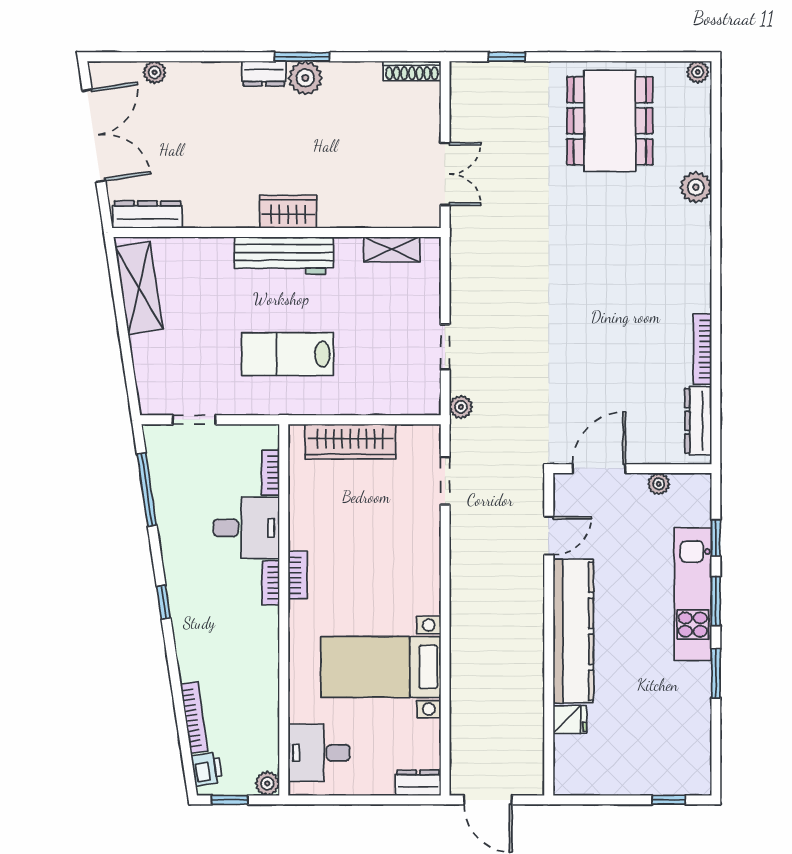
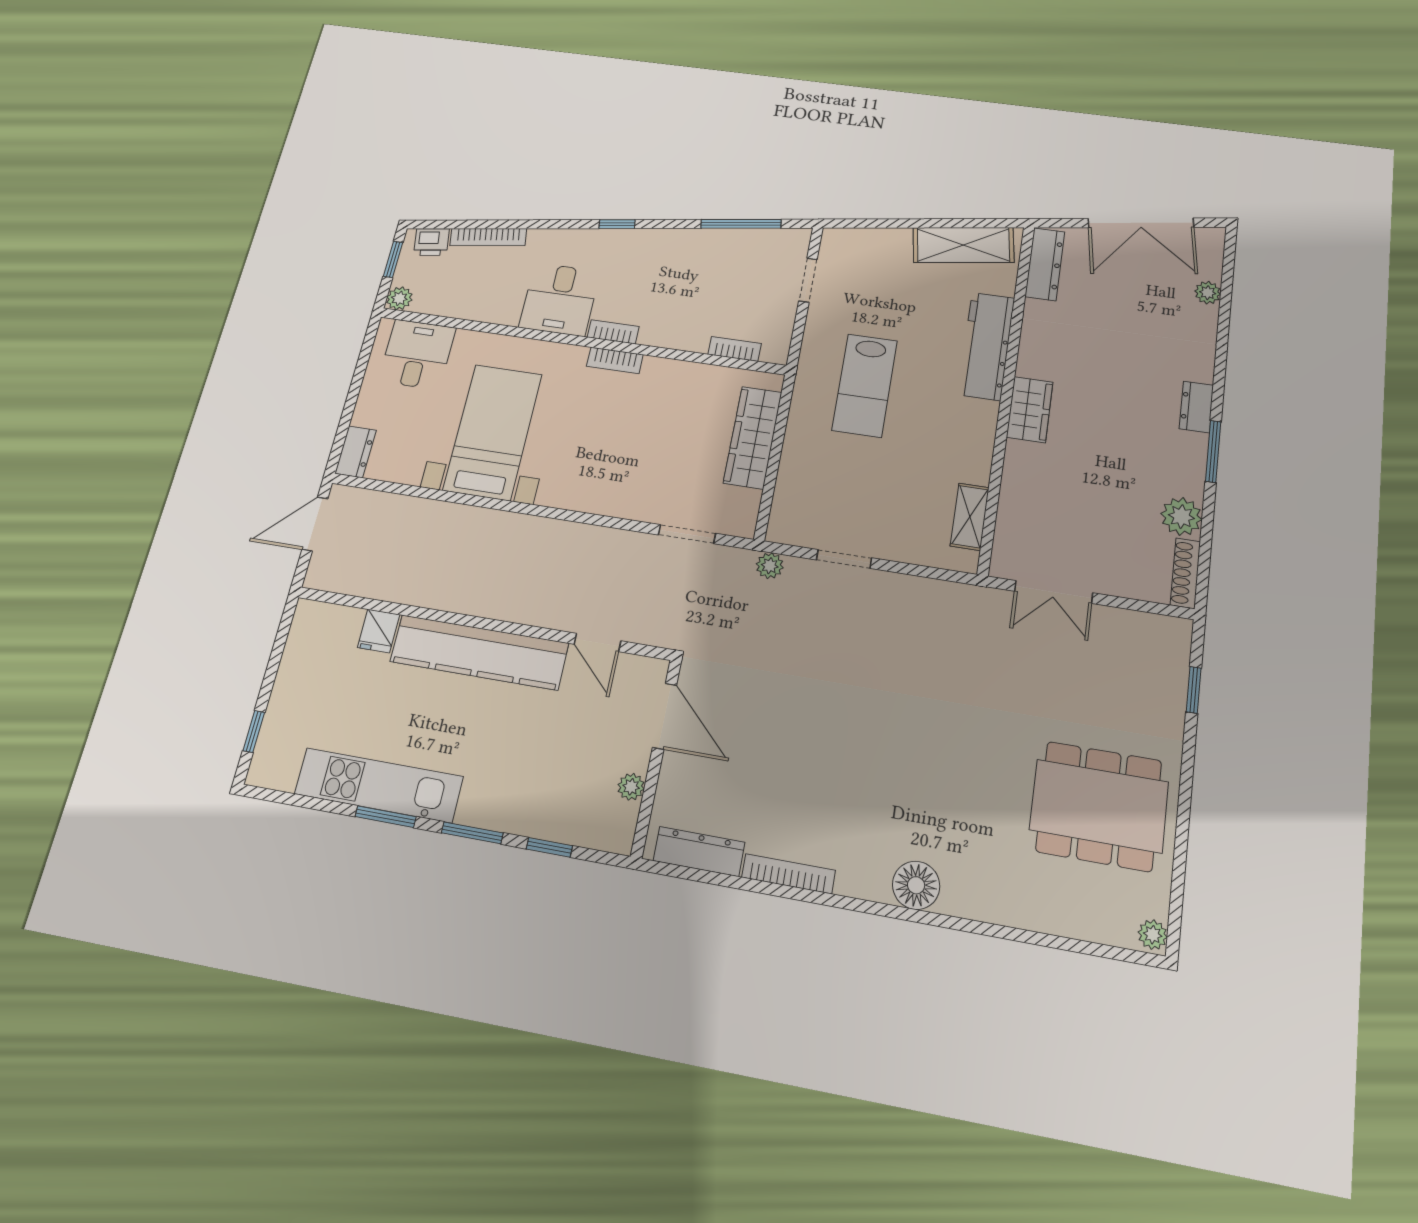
plant: (305, 78) -> (1181, 517), moved
plant: (696, 187) -> (999, 904), removed
floor lamp: (694, 251) -> (916, 885), added
workbench: (284, 255) -> (986, 346), moved
lab bench: (287, 354) -> (865, 385), turned 180
desk: (246, 528) -> (560, 299), moved
kitchen unit: (693, 594) -> (379, 785), moved

